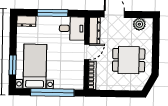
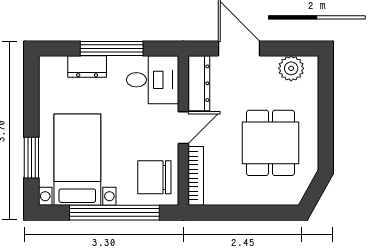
dresser: (26, 21) -> (87, 67), moved
dining table: (129, 60) -> (271, 143), turned 90
chair: (72, 76) -> (154, 177), added

